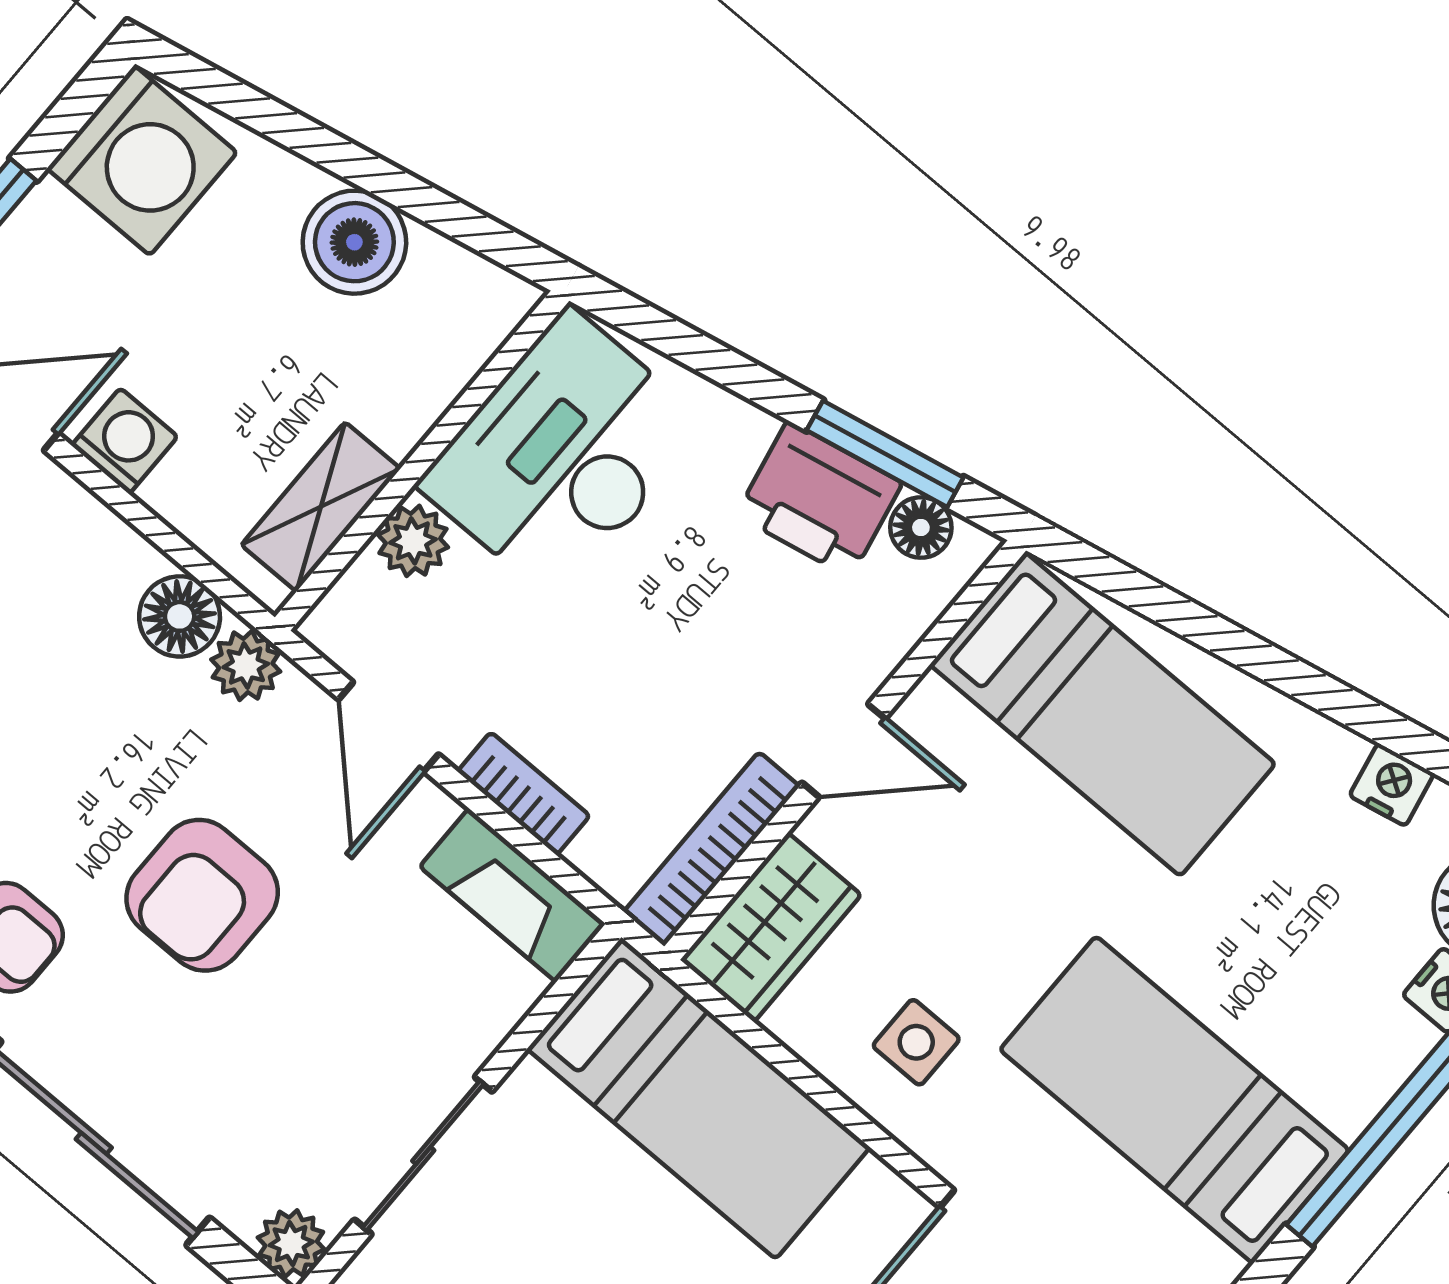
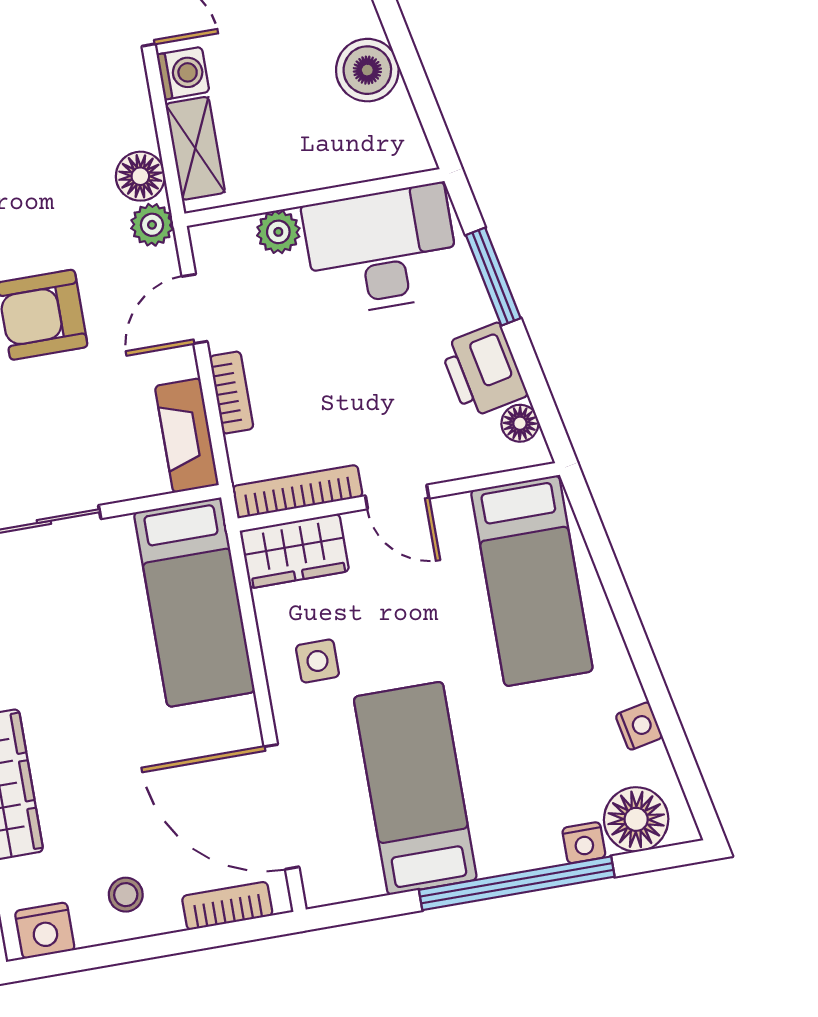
window: (885, 454) -> (493, 277), moved
shelving: (321, 507) -> (195, 148), moved, turned 90

